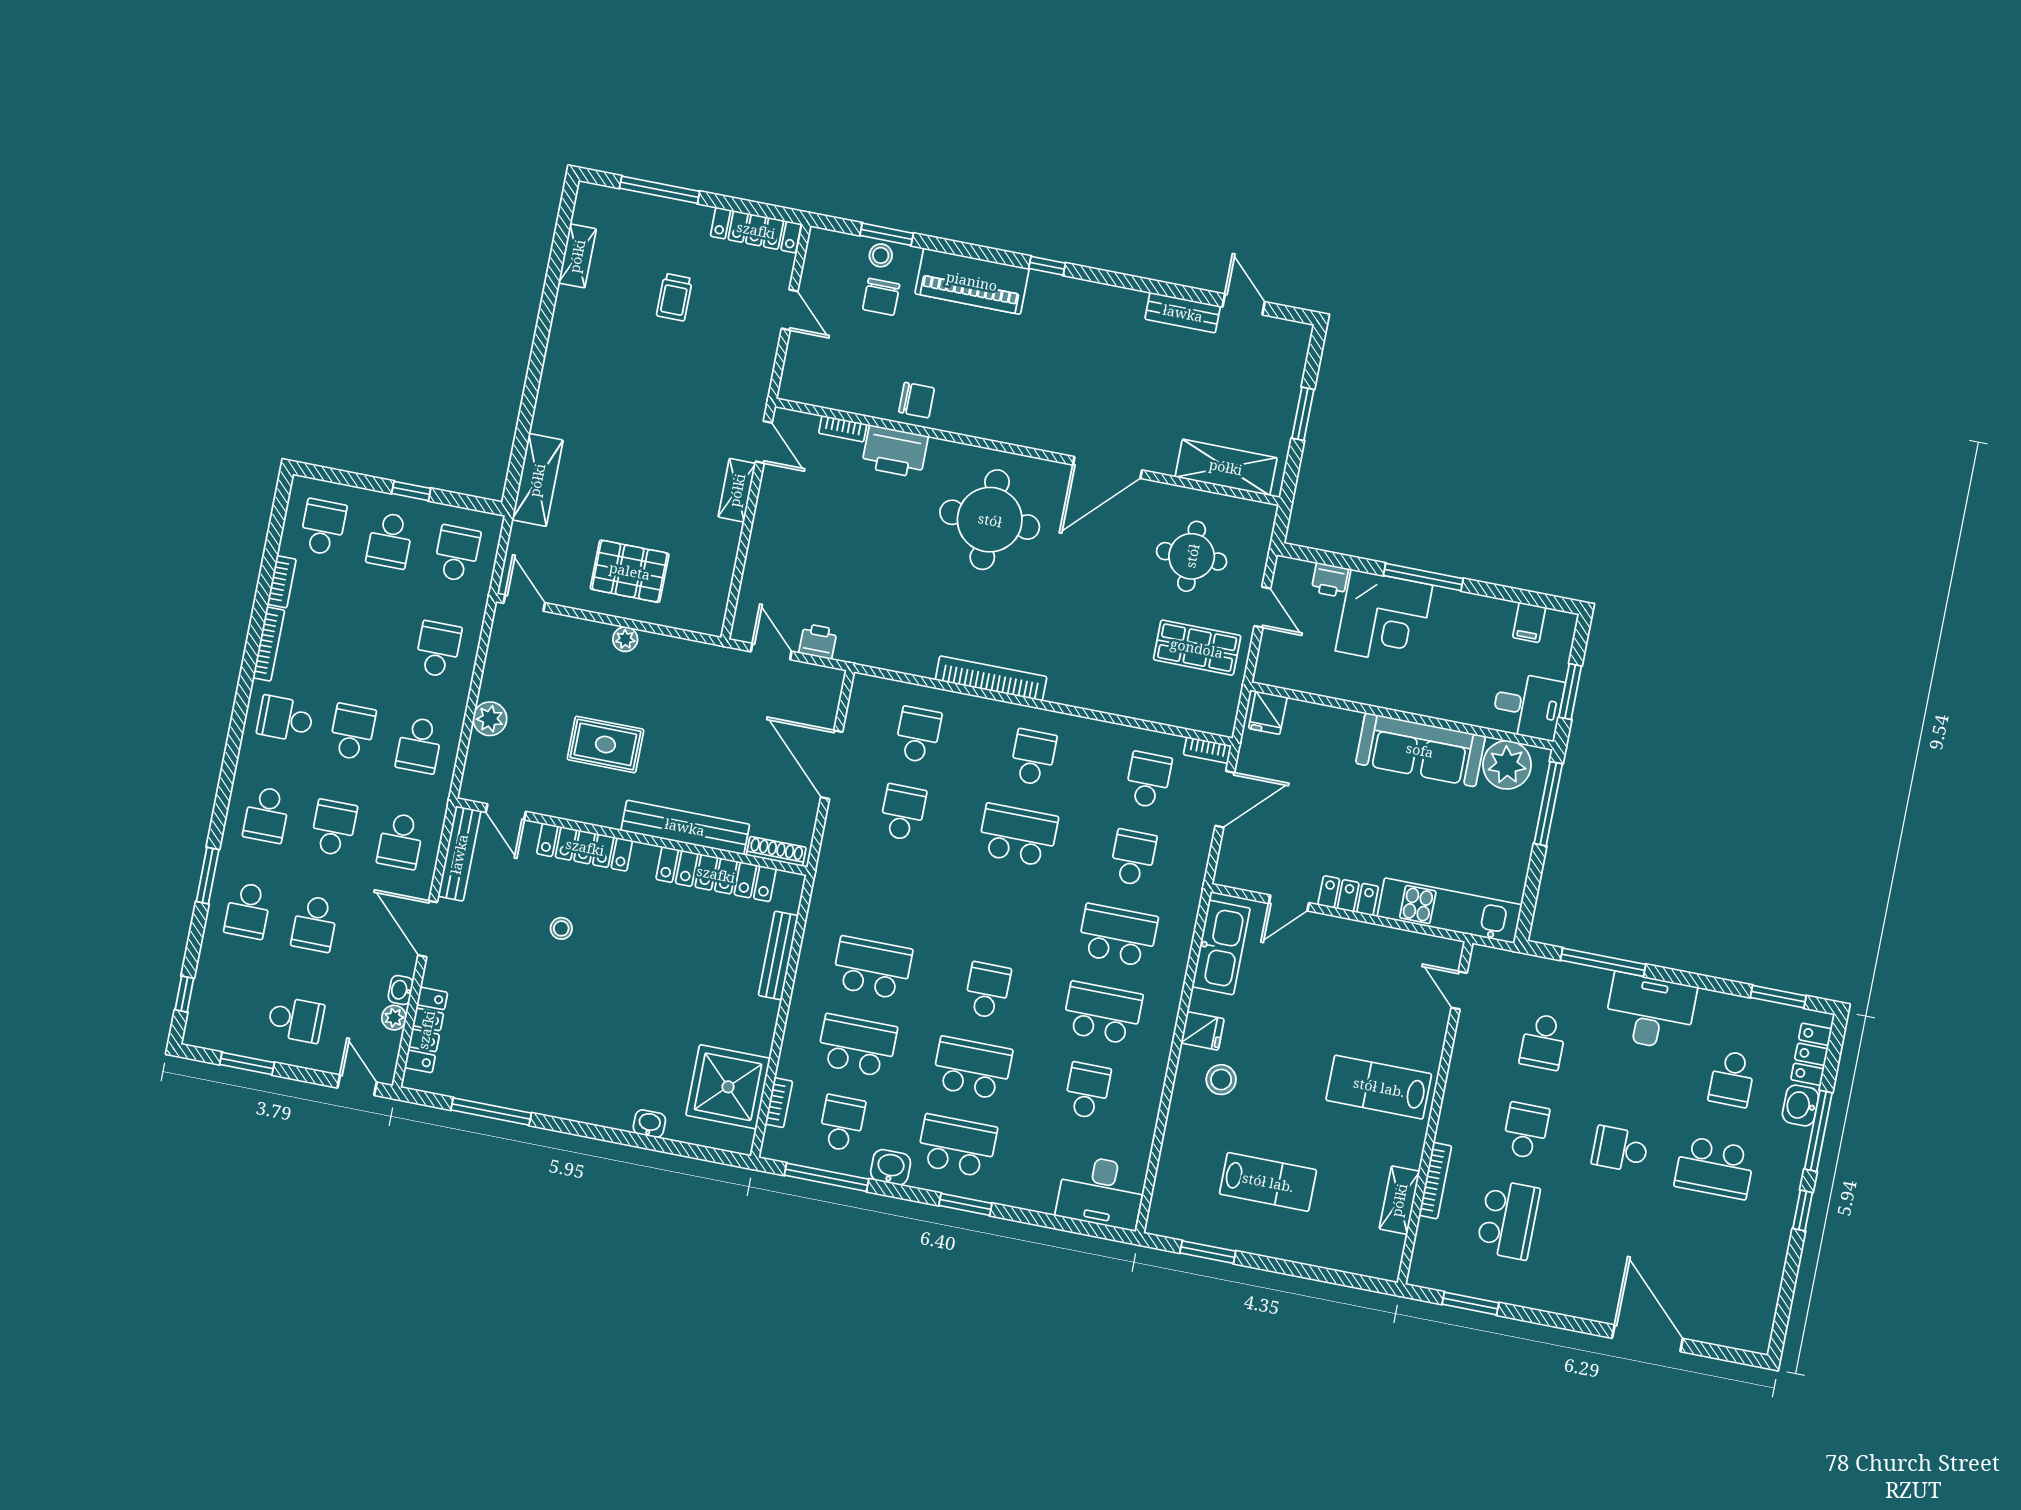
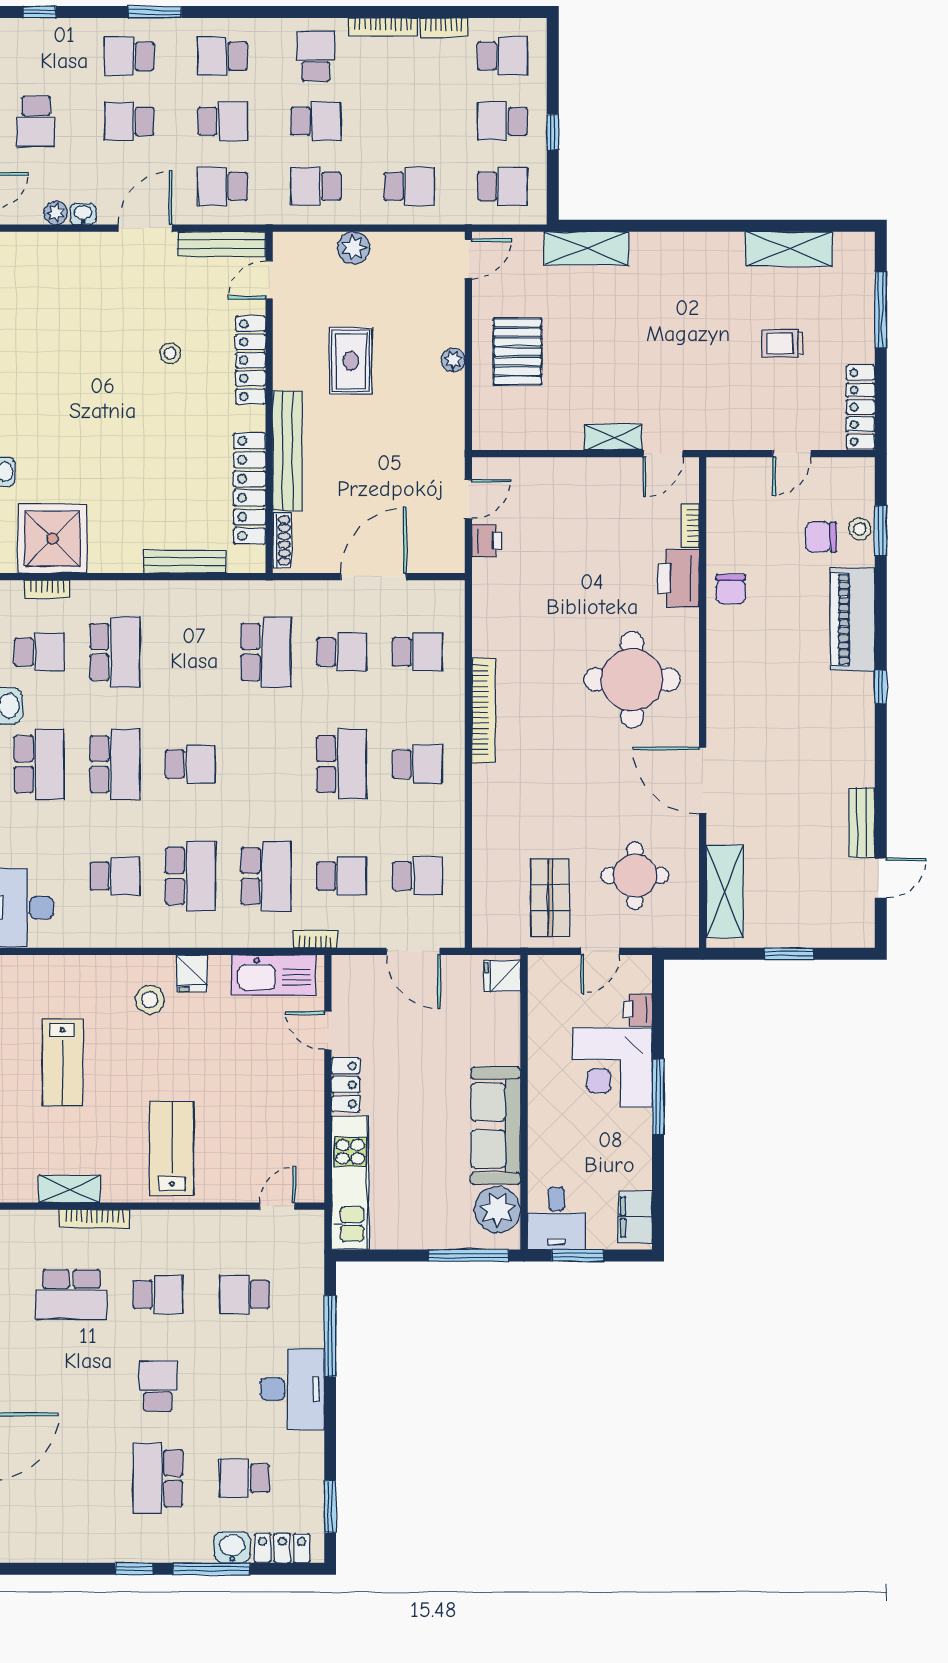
shelving: (577, 256) -> (789, 249), width x1.50, depth x1.33
filing cabinet: (1529, 622) -> (635, 1217), width x2.00
bookcase: (1207, 750) -> (315, 939), moved, turned 90
school desk: (872, 968) -> (266, 652), moved
locker: (426, 1030) -> (50, 245), removed

